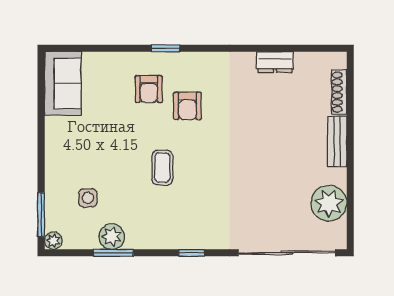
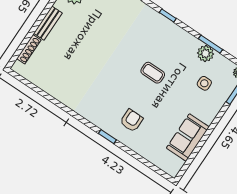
dresser: (275, 62) -> (53, 89), removed
sofa: (63, 84) -> (188, 137), moved
armchair: (188, 106) -> (116, 97), removed
coffee table: (162, 168) -> (153, 73), turned 90

